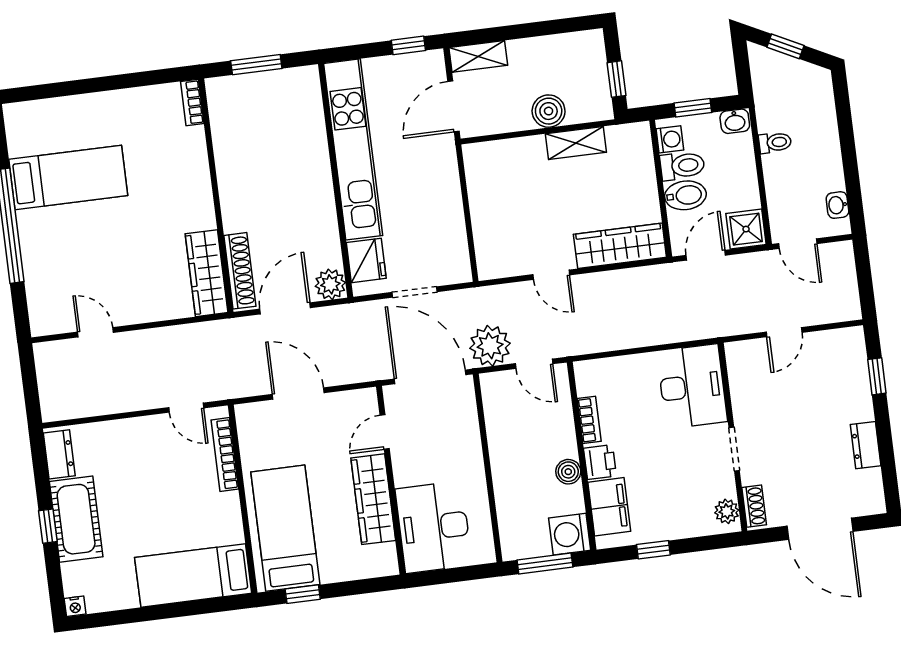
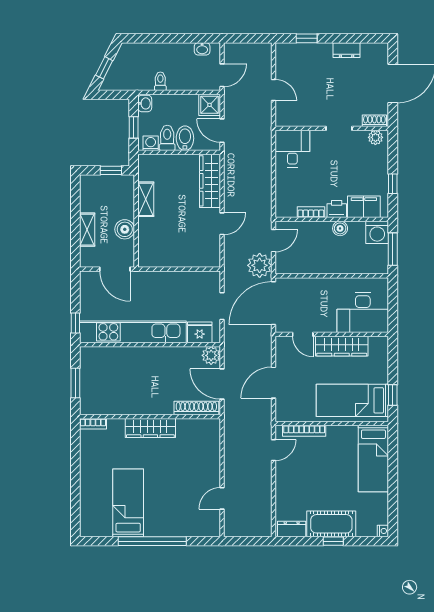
window: (408, 45) -> (75, 323), moved
shelving: (478, 56) -> (87, 230), moved
boiler: (549, 111) -> (125, 229), moved
wardrobe: (207, 273) -> (150, 428), moved
desk: (692, 386) -> (292, 149), width x0.73

